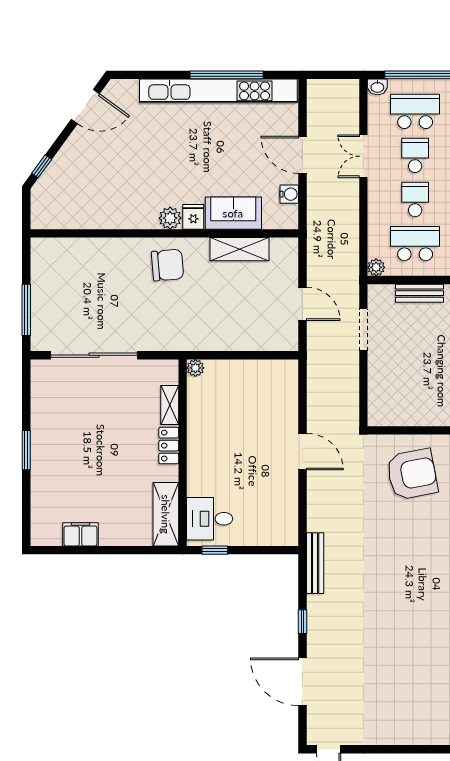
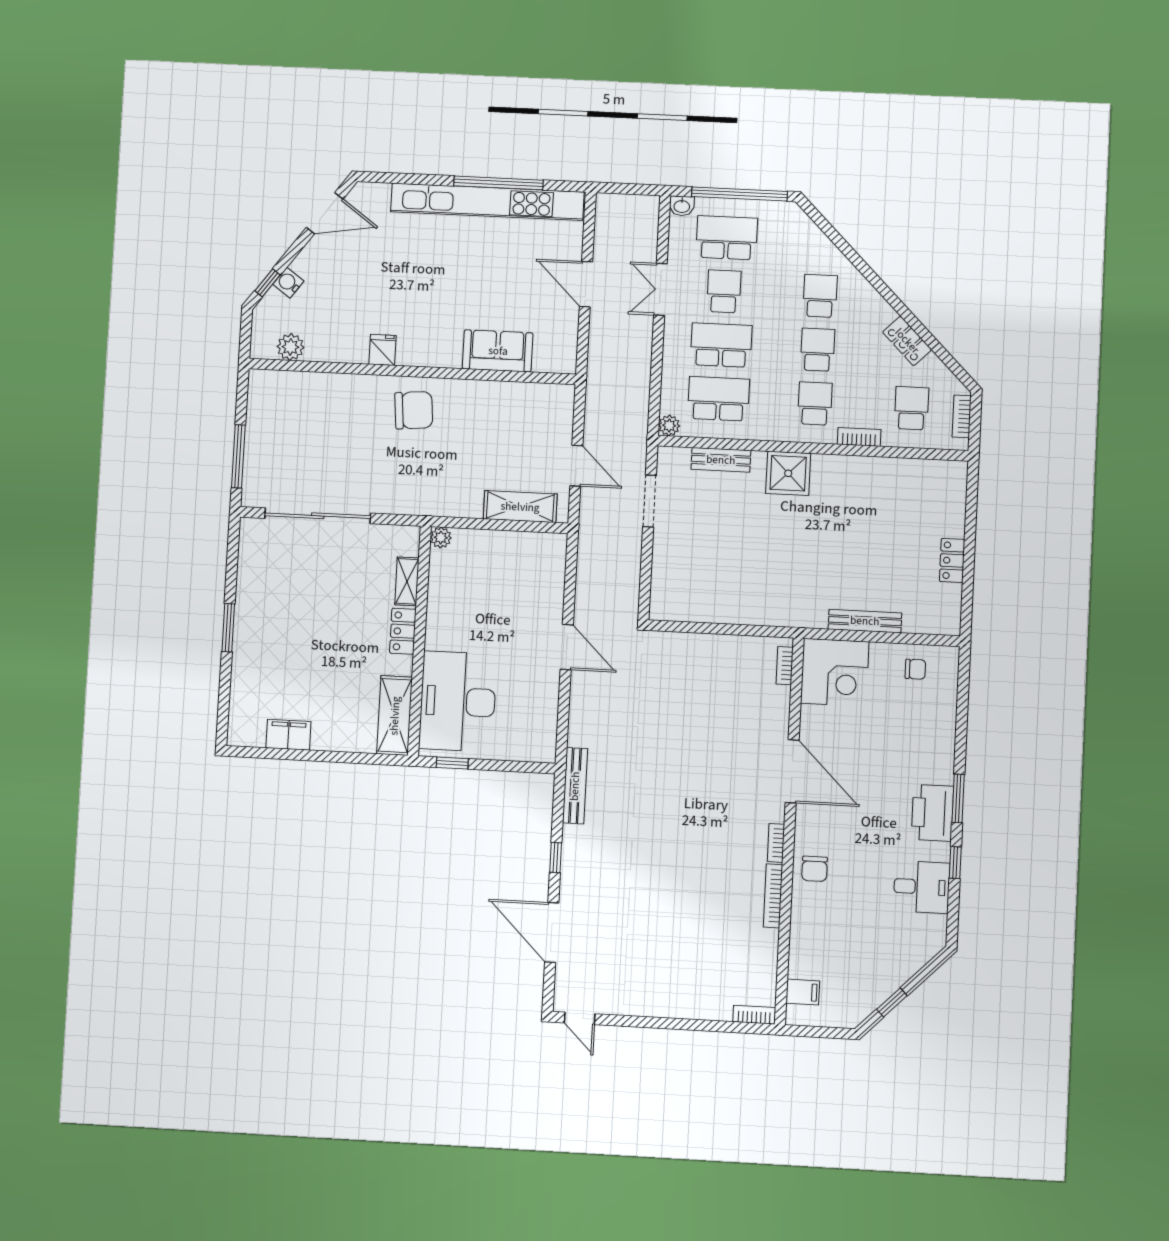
water cooler: (289, 194) -> (288, 283), moved, turned -144
school desk: (415, 199) -> (721, 345), width x1.85
fridge: (193, 217) -> (382, 350), moved
plant: (170, 218) -> (290, 347), moved
shelving: (239, 249) -> (520, 507), moved
armchair: (412, 474) -> (700, 682), removed
desk: (210, 519) -> (458, 701), width x1.87, depth x1.30

